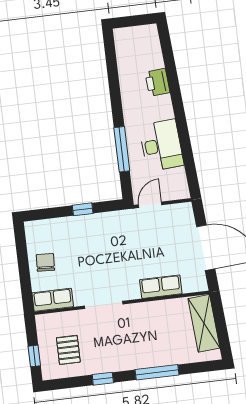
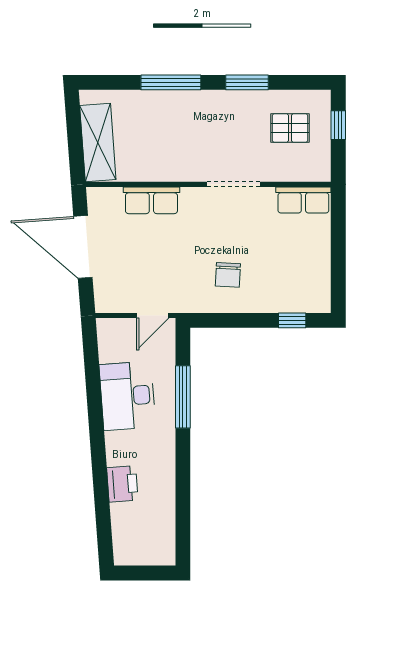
window: (83, 209) -> (292, 320), moved
chair: (45, 262) -> (228, 275), moved
pallet: (68, 350) -> (290, 128), turned 90
window: (103, 379) -> (247, 82), width x1.50

